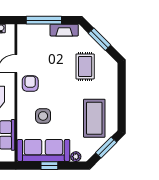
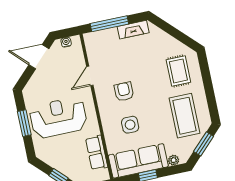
window: (100, 39) -> (172, 31), removed
rug: (85, 66) -> (178, 71), moved
armchair: (30, 84) -> (124, 92), moved

